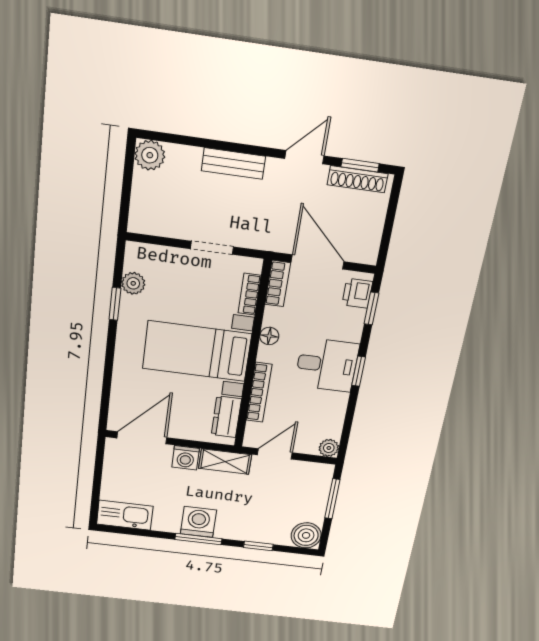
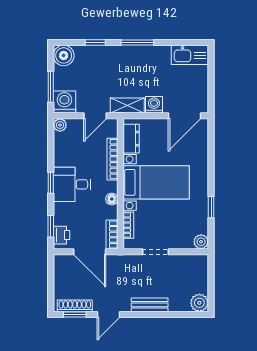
plant: (133, 283) -> (201, 242), moved
washing machine: (198, 522) -> (64, 102), moved, turned 180

